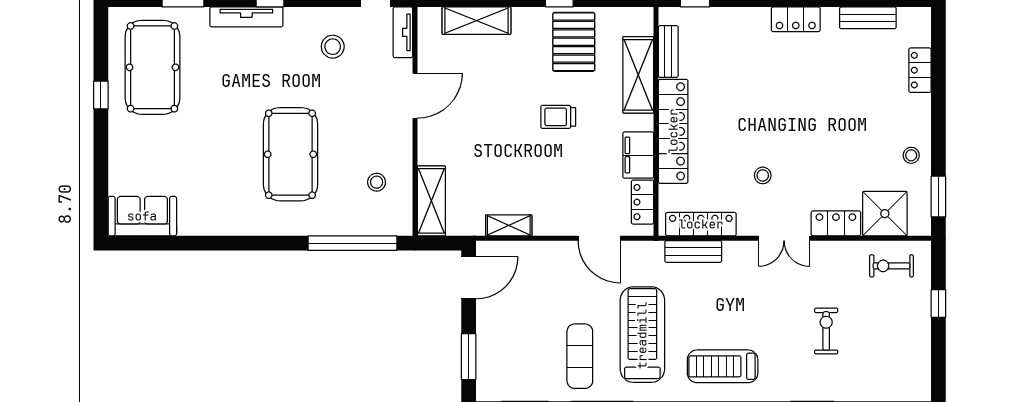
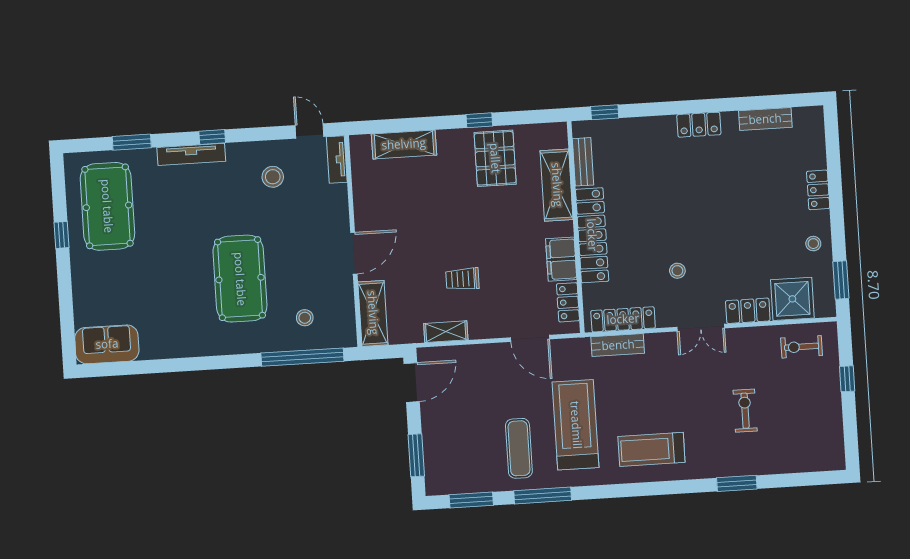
locker: (920, 70) -> (818, 190), moved
door: (415, 96) -> (354, 253), moved
trolley: (558, 117) -> (462, 279), moved
stool: (377, 182) -> (305, 318), moved

